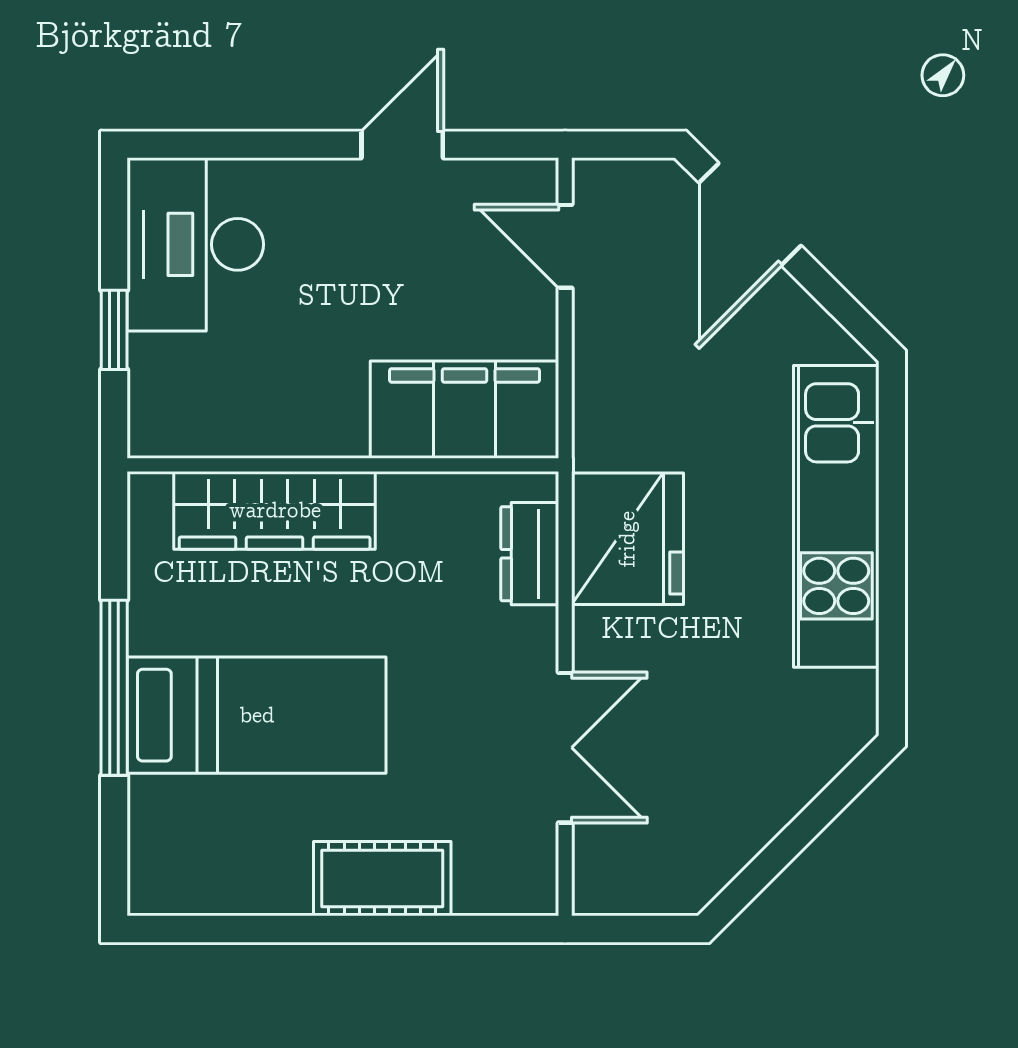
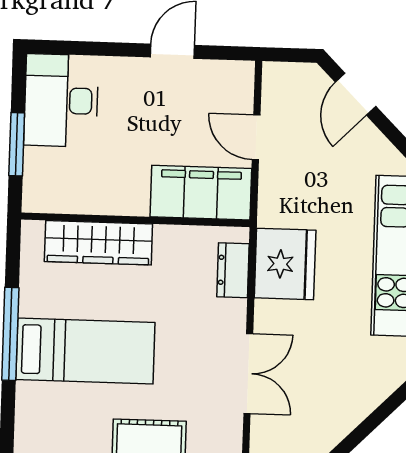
door: (750, 214) -> (356, 94), width x0.73
door: (565, 246) -> (256, 137), moved
window: (114, 330) -> (17, 144), width x1.50

